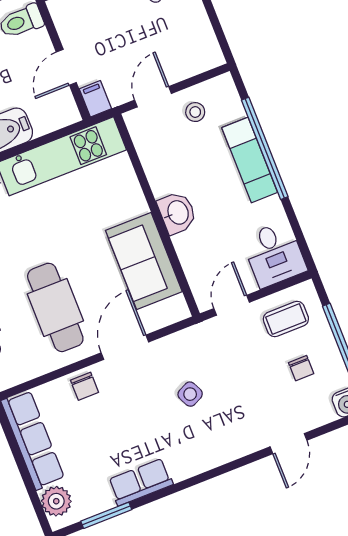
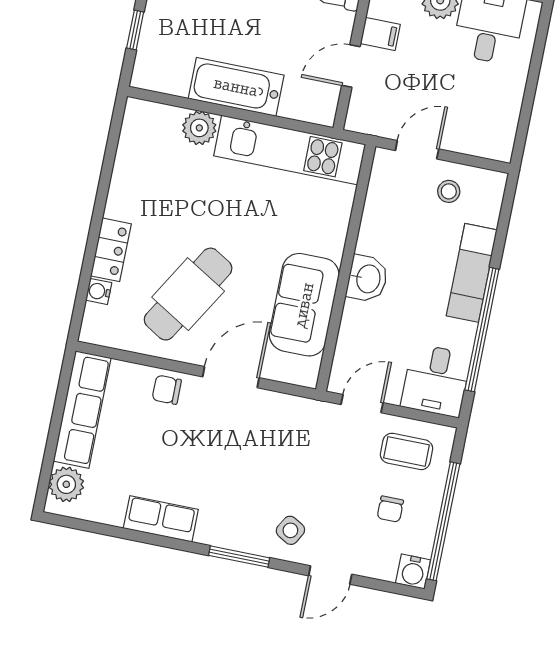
filing cabinet: (95, 99) -> (380, 34), moved, turned 90
window: (265, 148) -> (482, 330), moved
cafe table: (55, 307) -> (188, 294), turned 31
chair: (84, 386) -> (167, 390), turned 90
side table: (190, 394) -> (290, 530), moved, turned -34
window: (106, 515) -> (239, 557), moved

